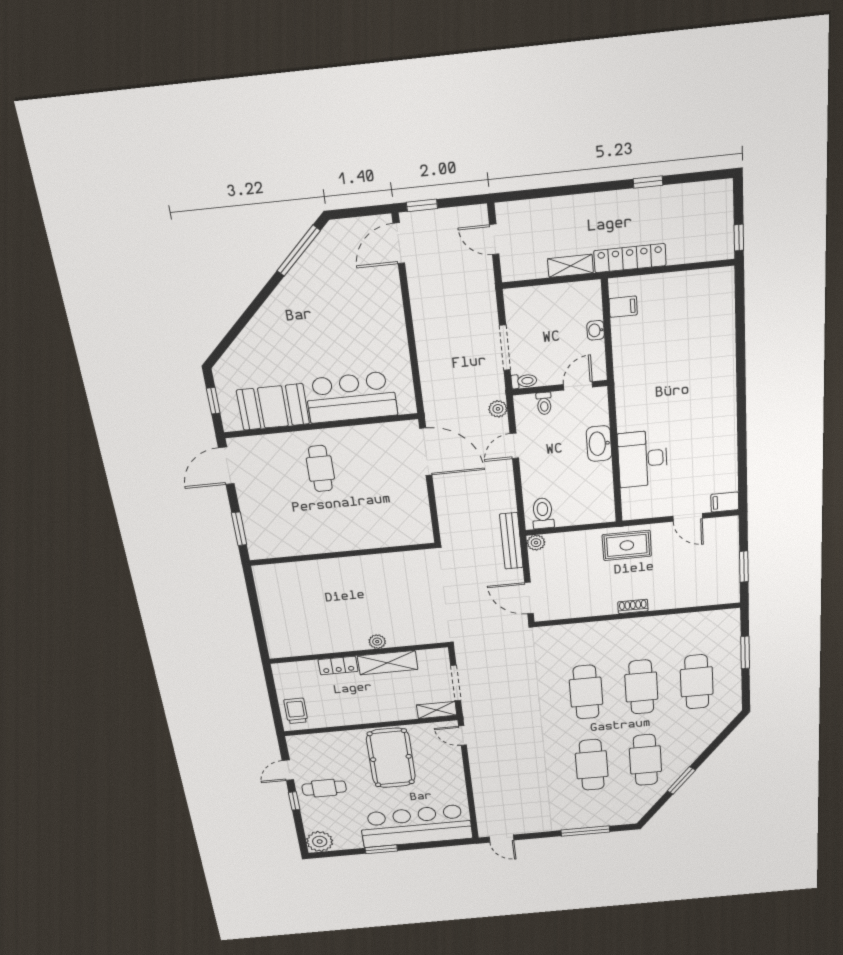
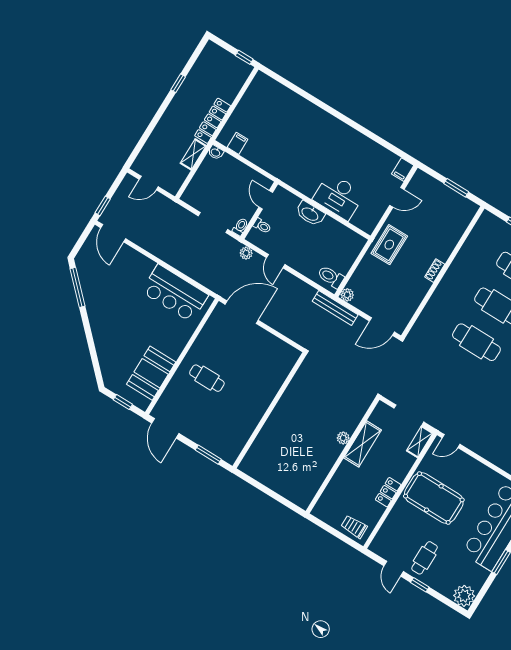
washbasin: (596, 330) -> (216, 152), moved
bar counter: (351, 397) -> (175, 293), moved, turned -90
locker: (338, 666) -> (388, 492), moved, turned 180

